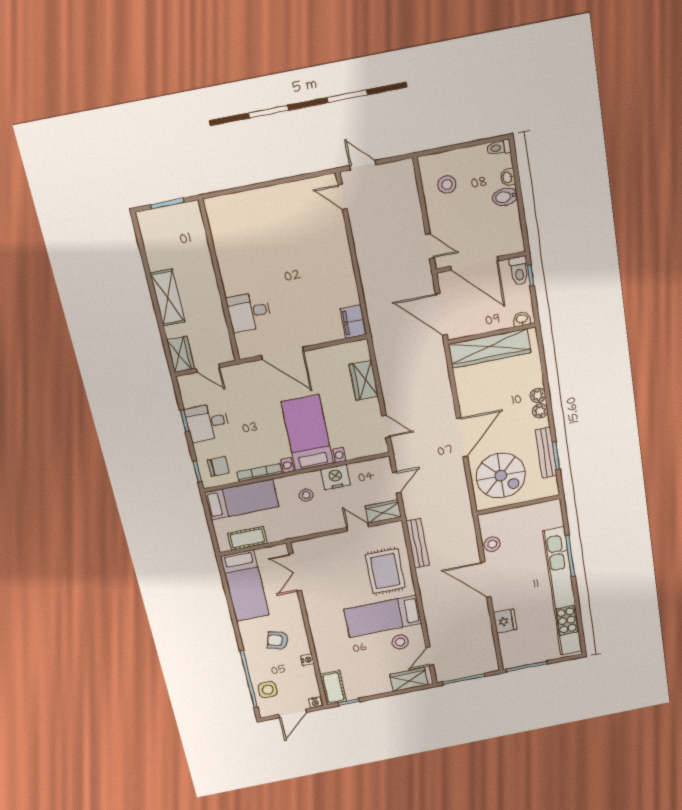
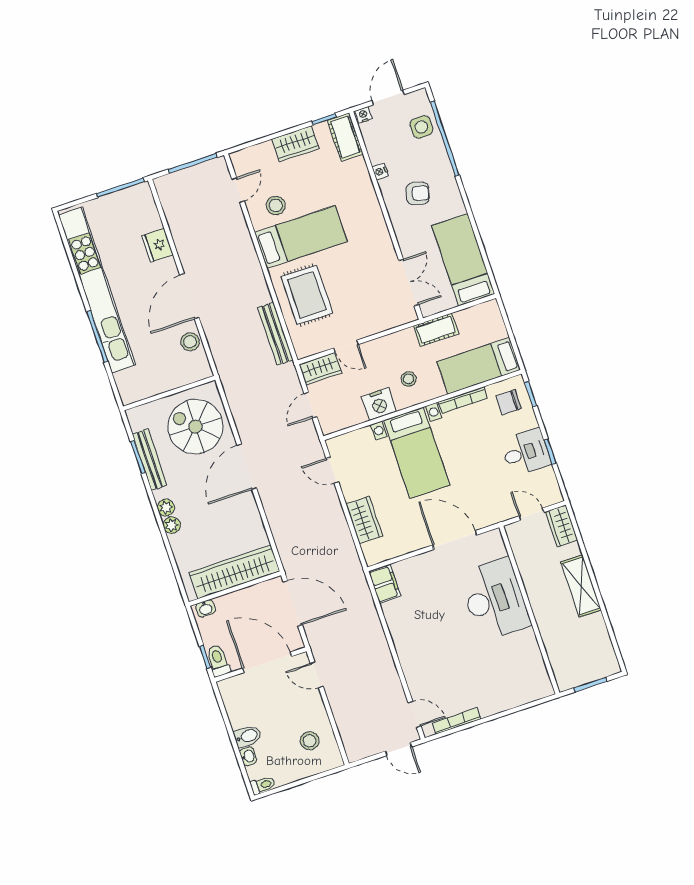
bookcase: (302, 185) -> (457, 721), added
desk: (249, 312) -> (495, 599), width x1.87, depth x1.30
cot: (247, 538) -> (436, 330), moved
door: (486, 580) -> (189, 296), swing flipped
wardrobe: (409, 680) -> (296, 144), moved

